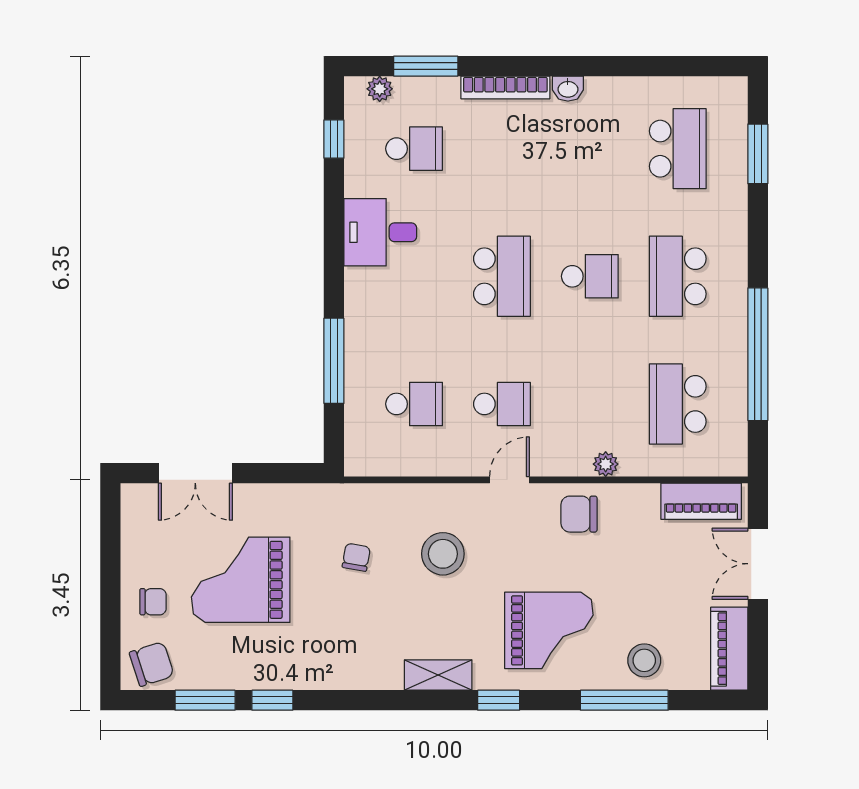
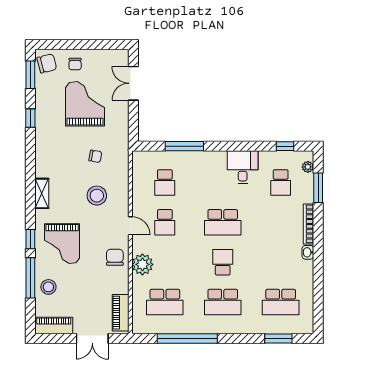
school desk: (590, 276) -> (223, 262), turned 180
school desk: (678, 276) -> (223, 302), turned 180
school desk: (678, 404) -> (165, 302), turned 180
plant: (606, 464) -> (142, 264), width x1.87, depth x1.87
double door: (758, 564) -> (92, 338), swing flipped
chair: (152, 664) -> (47, 63), turned -86
window: (205, 700) -> (30, 75), moved
window: (499, 700) -> (30, 239), moved

